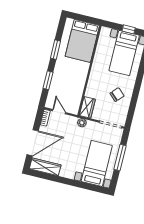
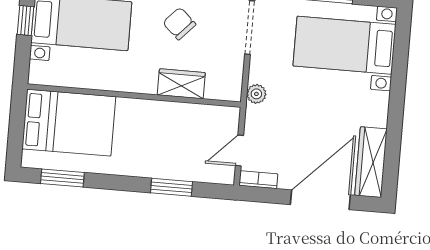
window: (55, 50) -> (62, 178), moved
wardrobe: (87, 107) -> (181, 84), moved
door: (33, 143) -> (320, 200), hinge flipped

